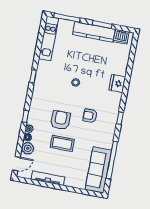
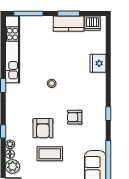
kitchen counter: (94, 32) -> (69, 24), width x0.67
kitchen unit: (49, 39) -> (12, 49), width x1.36
fridge: (117, 83) -> (98, 63), moved
armchair: (61, 120) -> (43, 128), turned 180

